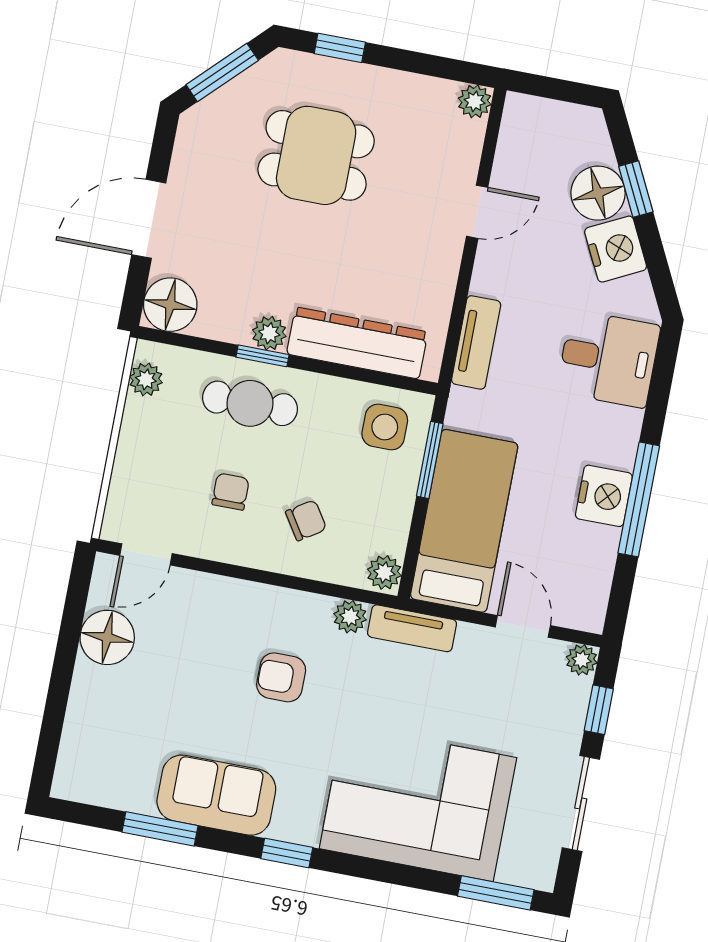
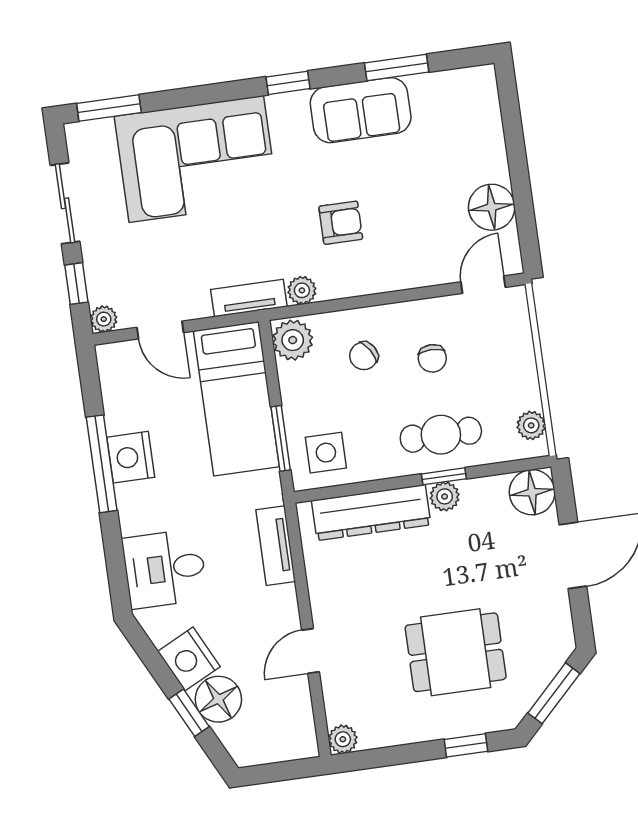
plant: (384, 572) -> (293, 340), width x1.38, depth x1.38

